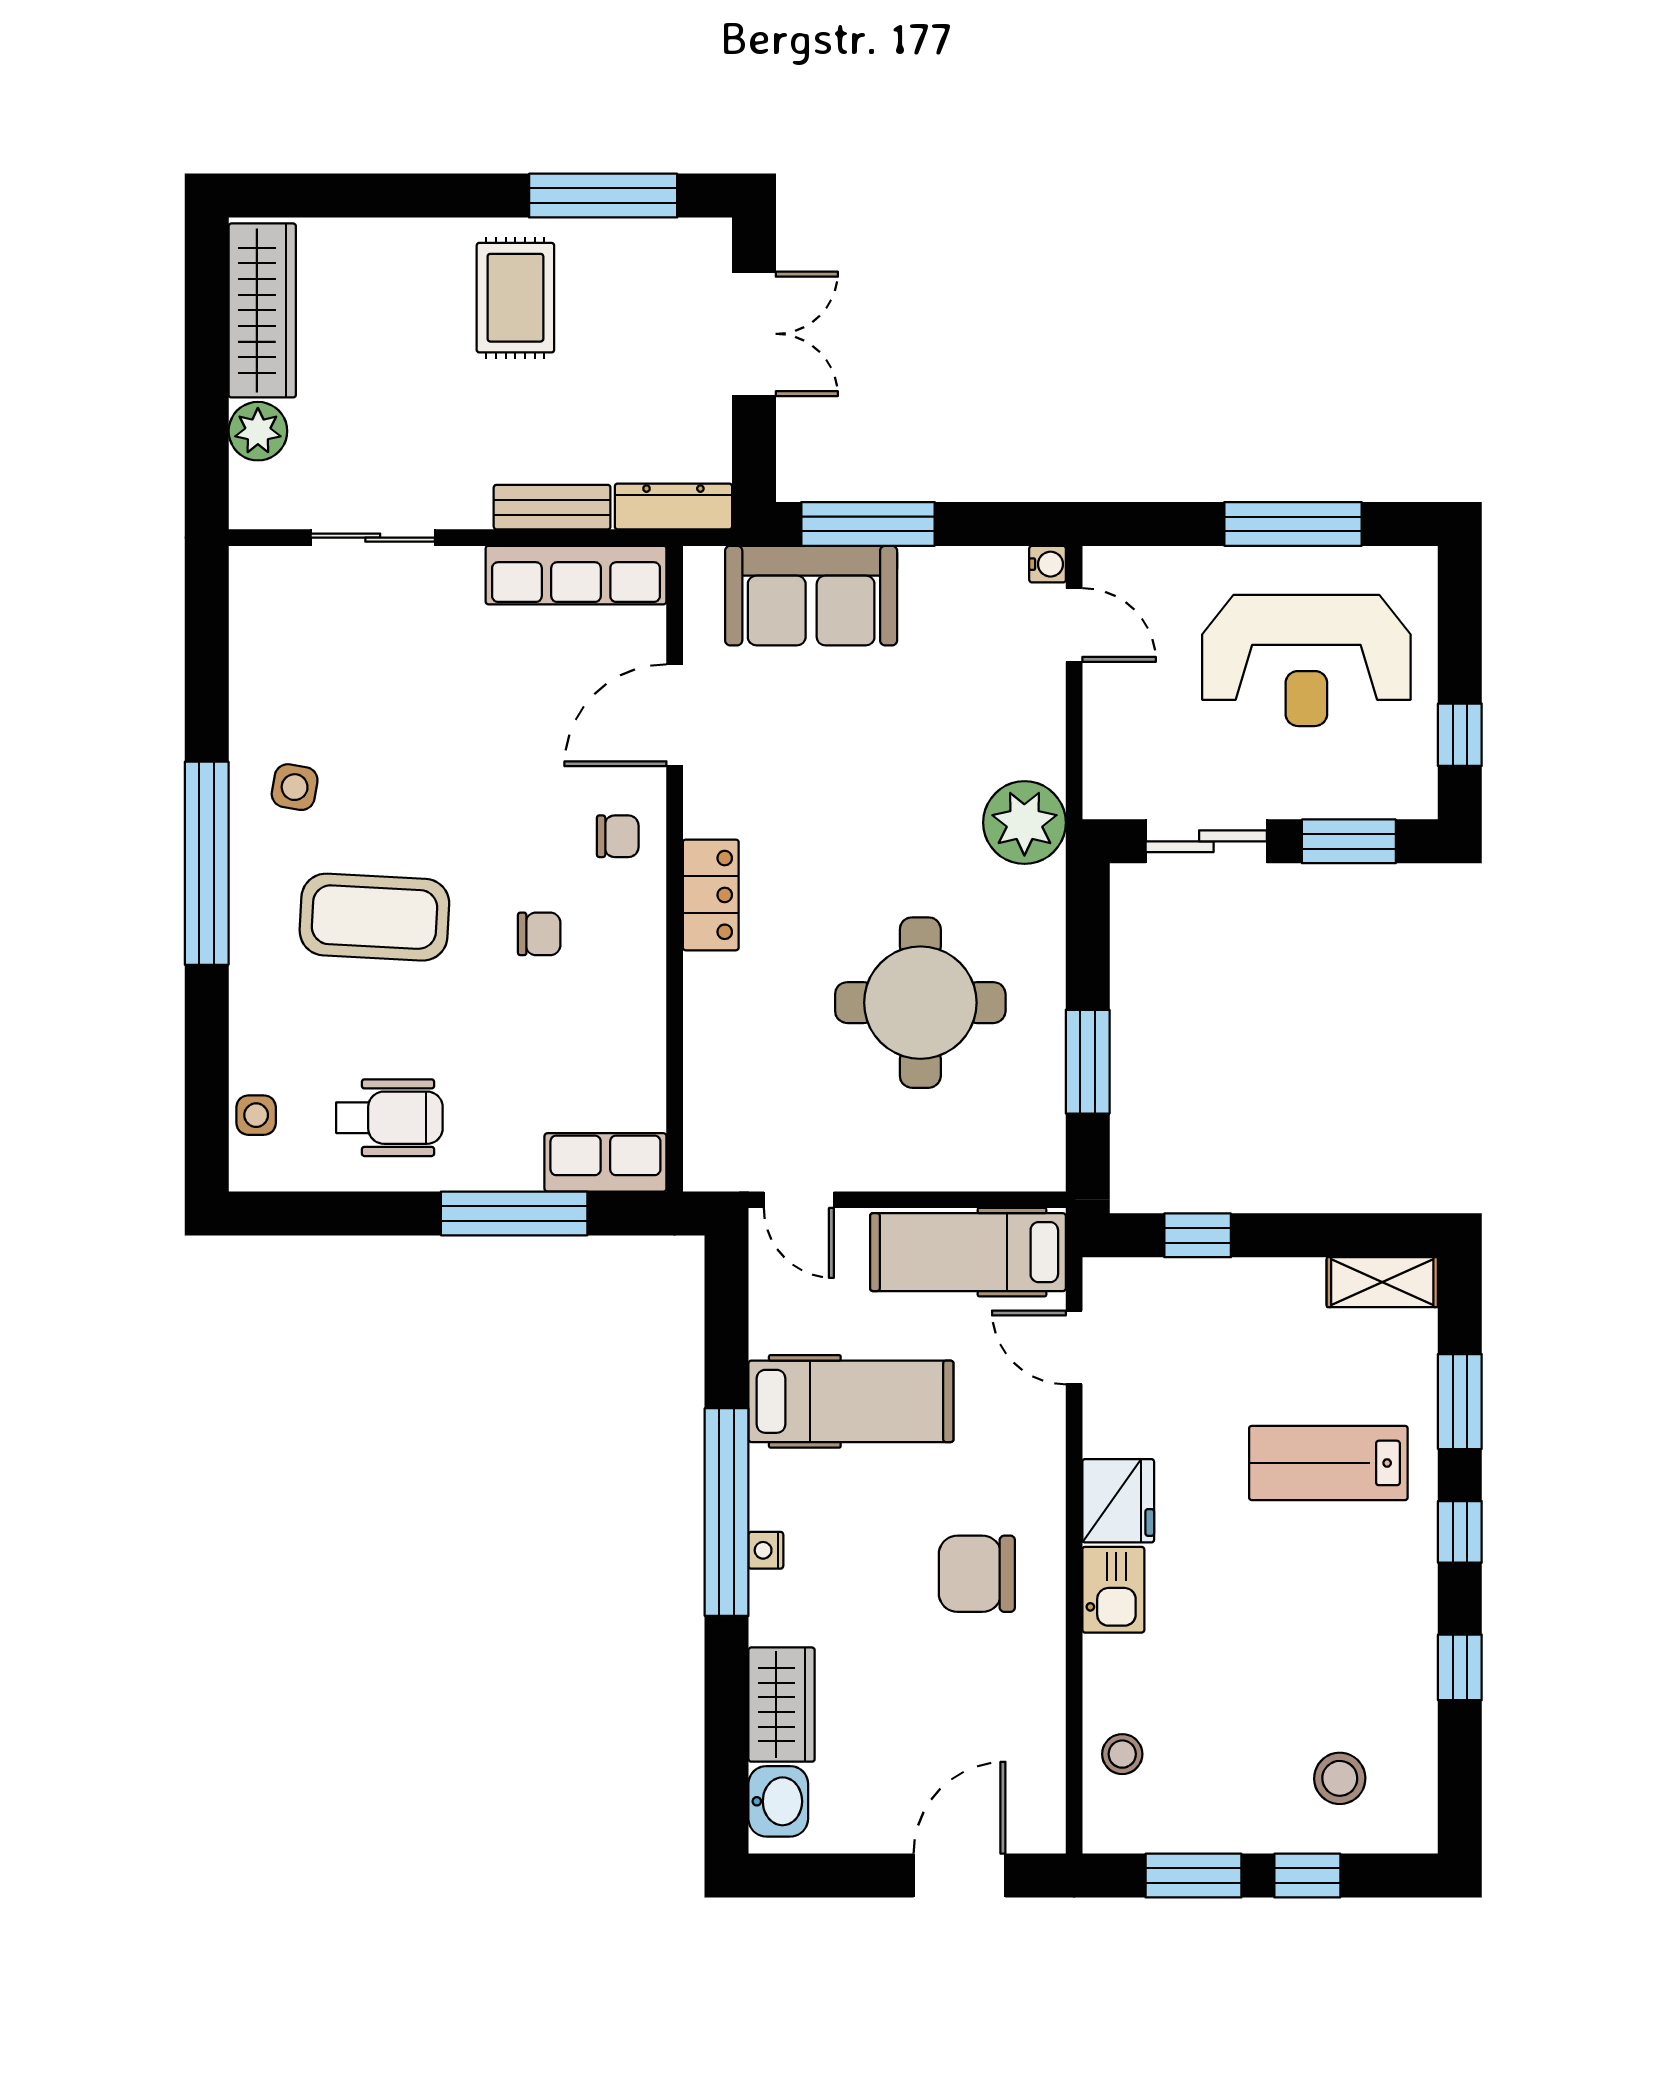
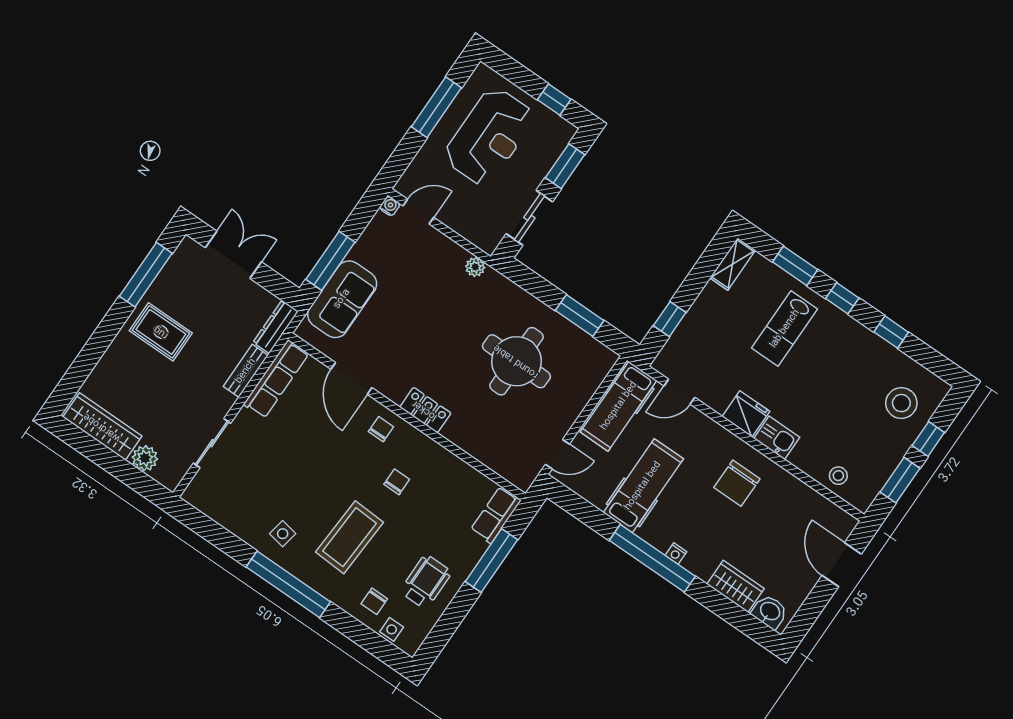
plant: (1024, 823) -> (475, 267), width x0.53, depth x0.53
chair: (286, 1046) -> (374, 601), added
stool: (1340, 1778) -> (901, 403), width x1.38, depth x1.38

